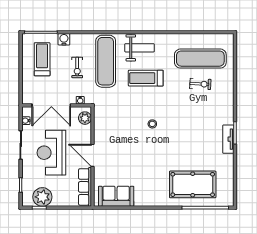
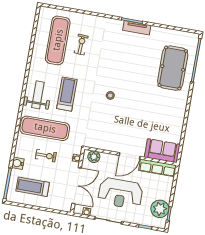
treadmill: (146, 78) -> (67, 94), turned 180
sofa: (116, 196) -> (162, 151), moved, turned 90

